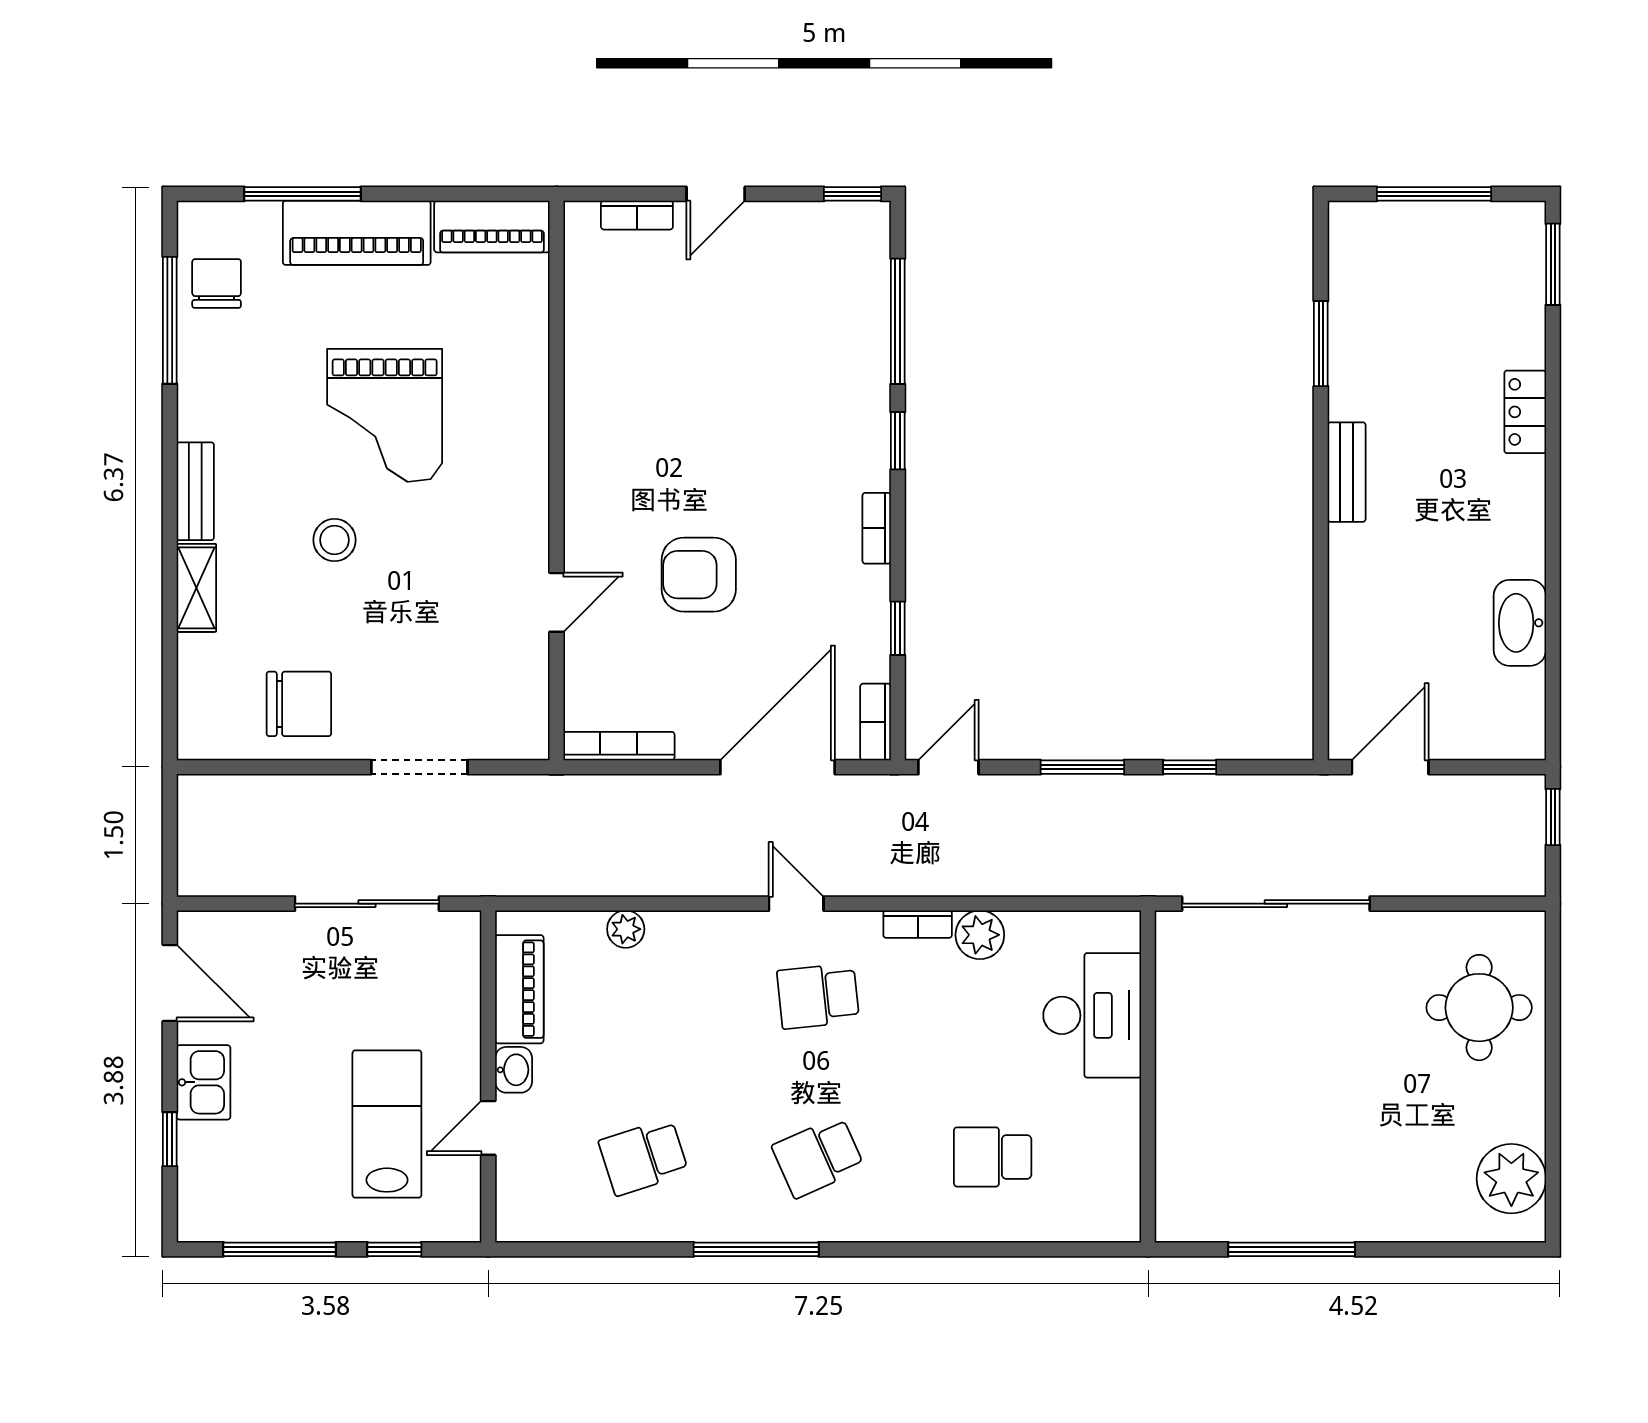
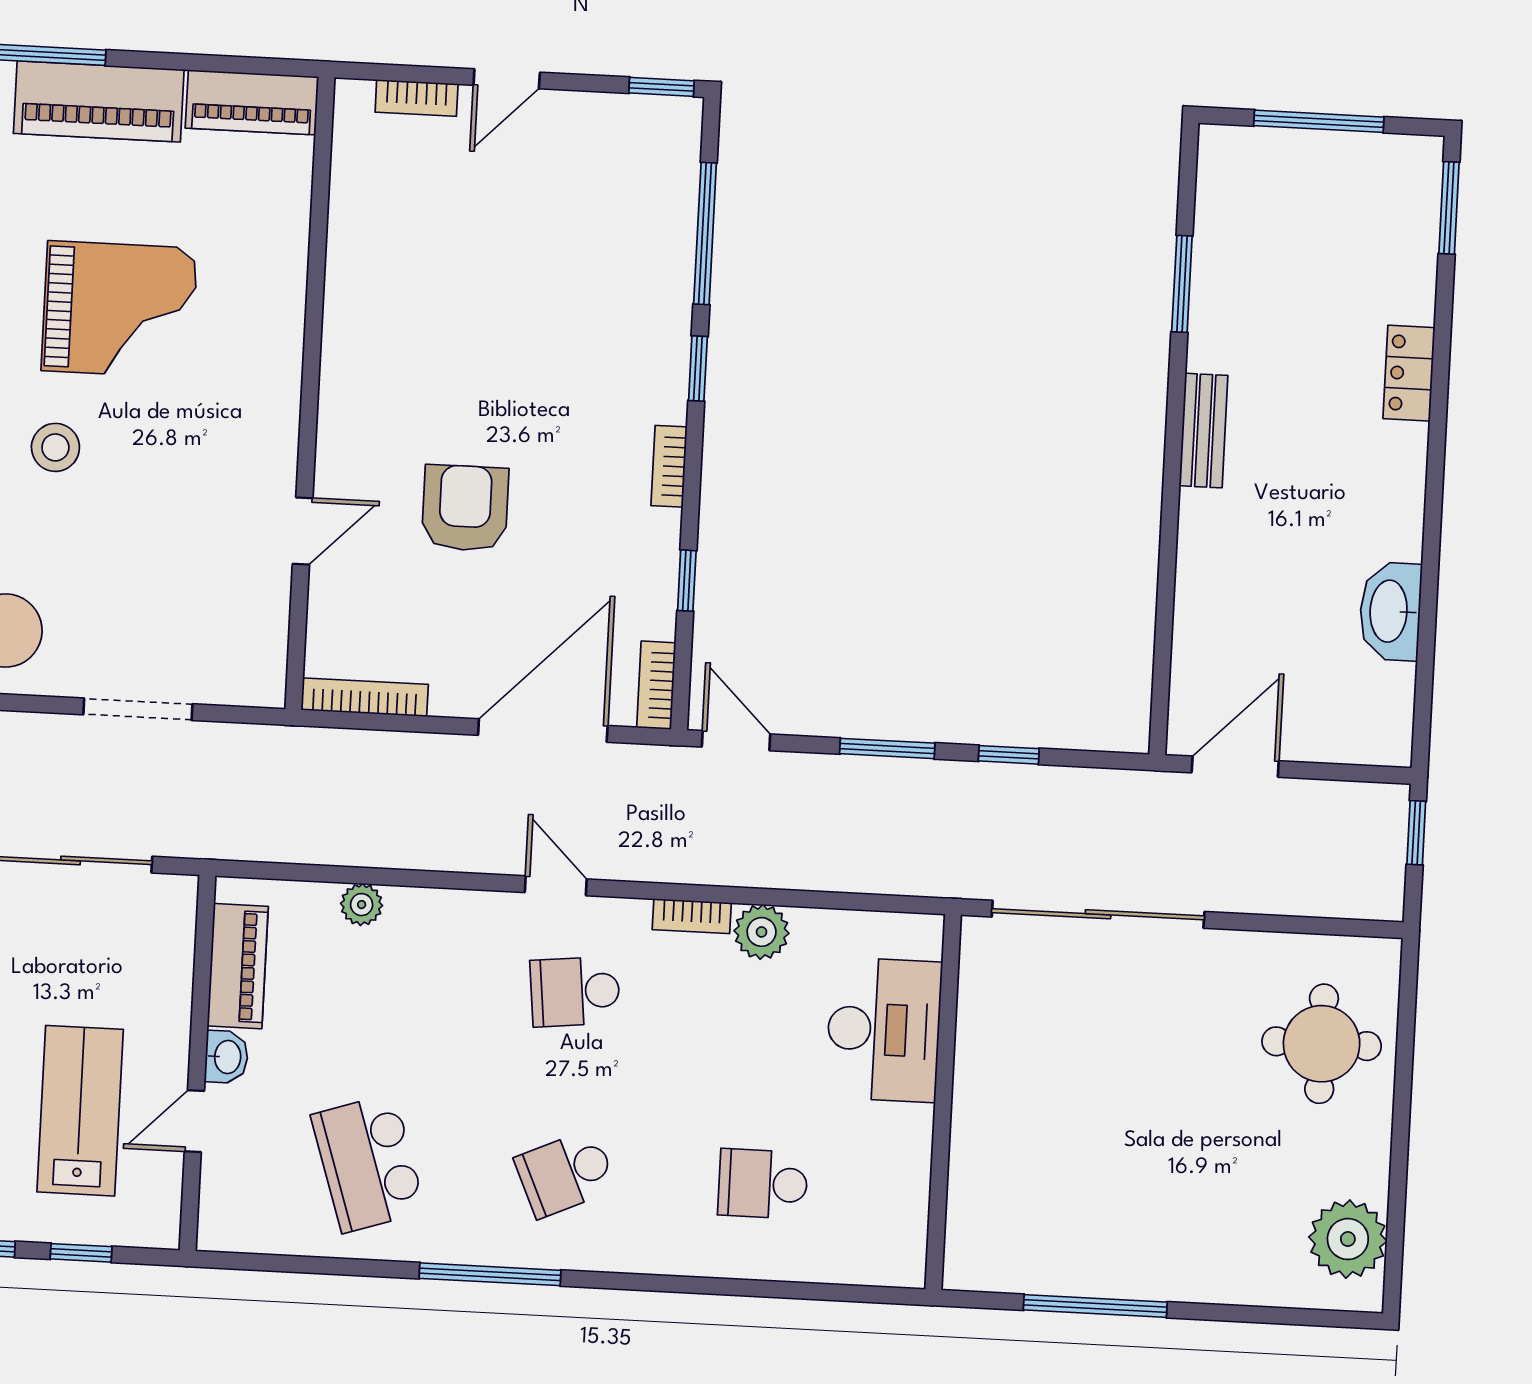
grand piano: (385, 415) -> (119, 309), turned -90
armchair: (699, 575) -> (465, 508), turned 90
door: (948, 767) -> (736, 741), hinge flipped
school desk: (644, 1157) -> (368, 1163), width x1.85

